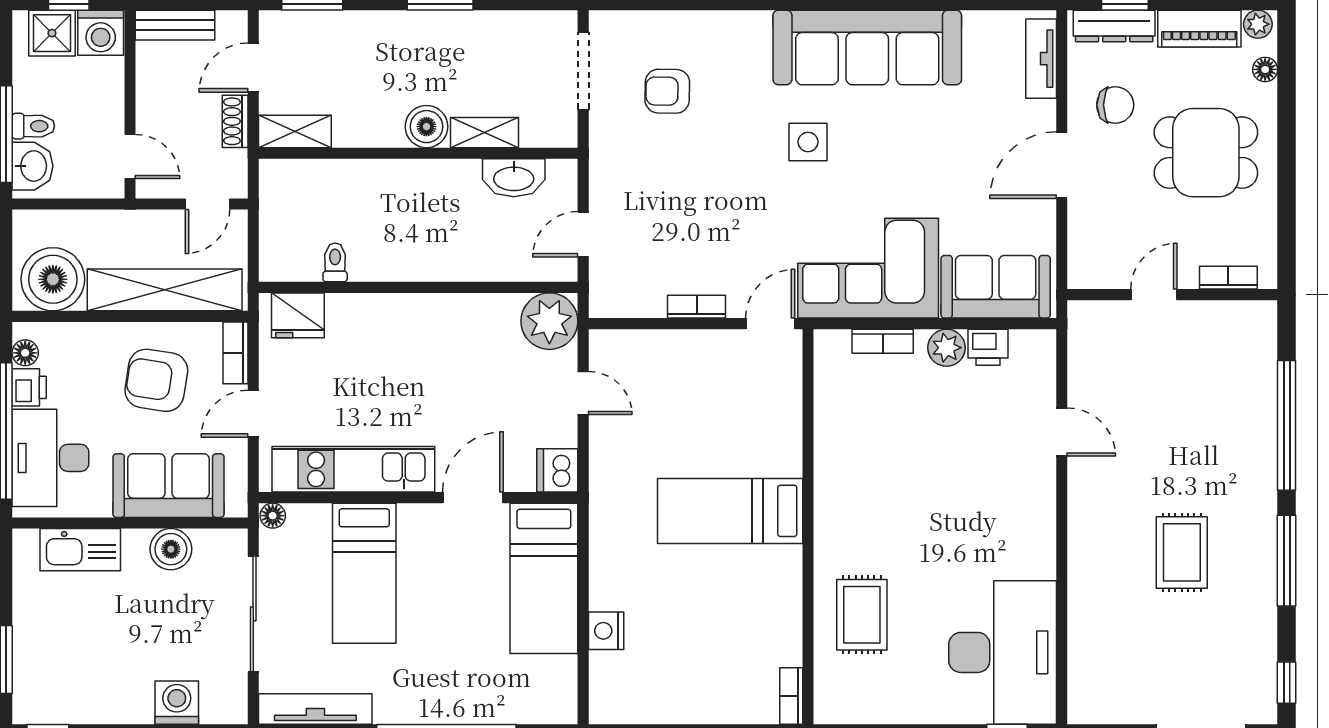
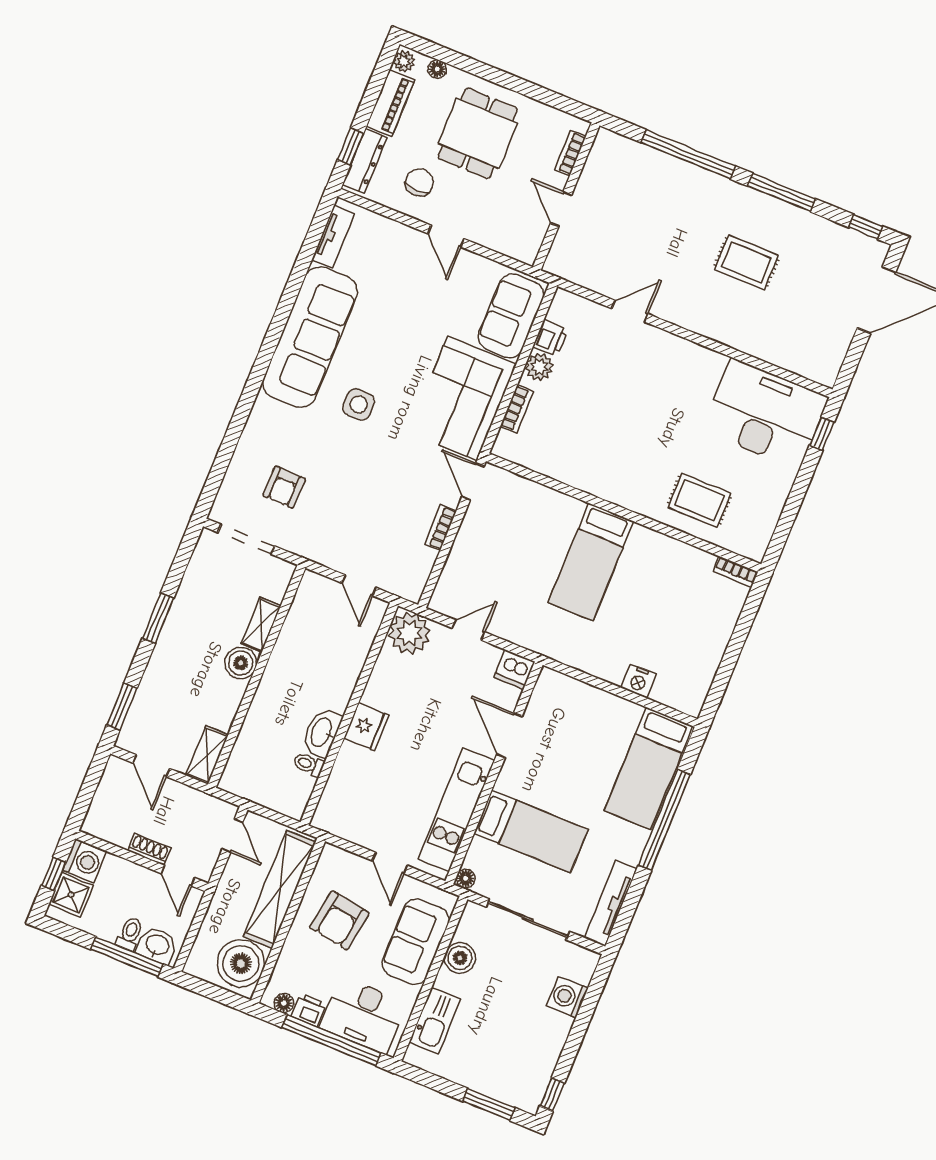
bench: (175, 25) -> (100, 808), removed
tv unit: (1041, 59) -> (333, 237), moved, turned -90
shoe rack: (235, 121) -> (149, 849), moved, turned 180
door: (130, 157) -> (178, 876), swing flipped
door: (1062, 165) -> (446, 236), width x0.73
washbasin: (514, 178) -> (322, 733), moved, turned 180
fridge: (298, 315) -> (366, 727), moved
bookcase: (235, 353) -> (343, 858), removed
bed: (544, 578) -> (649, 768), moved, turned 90

